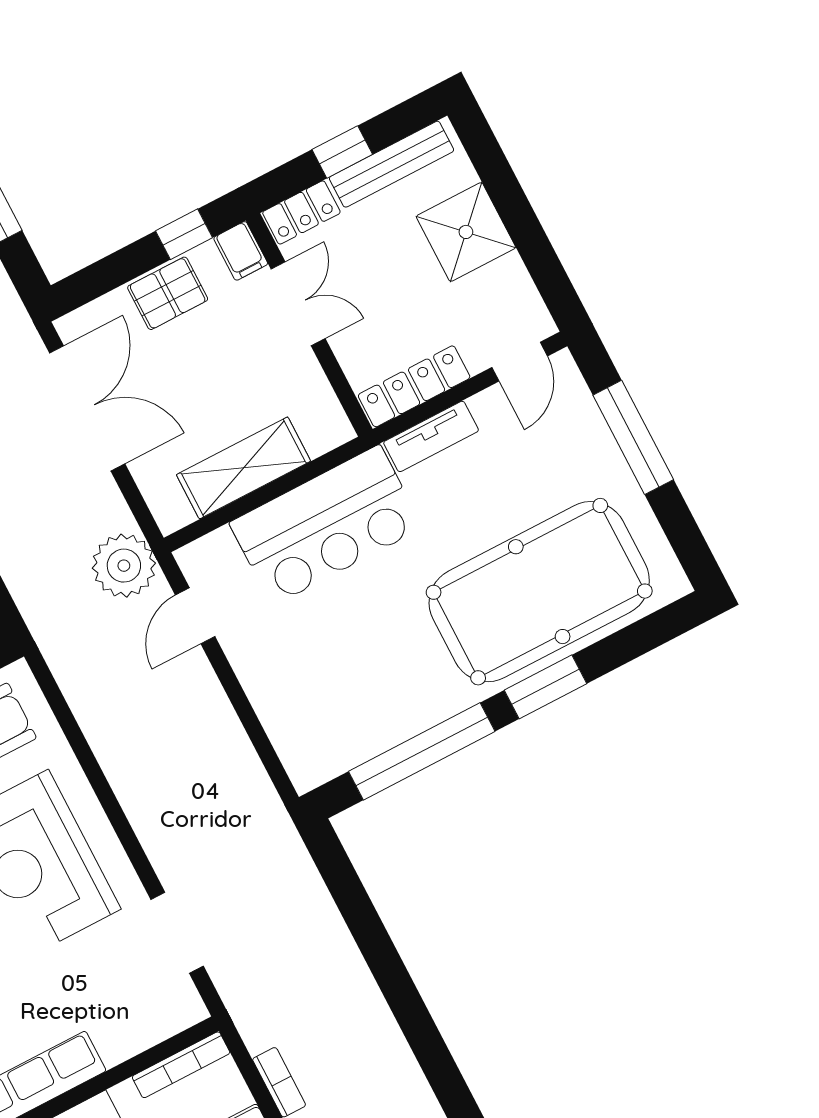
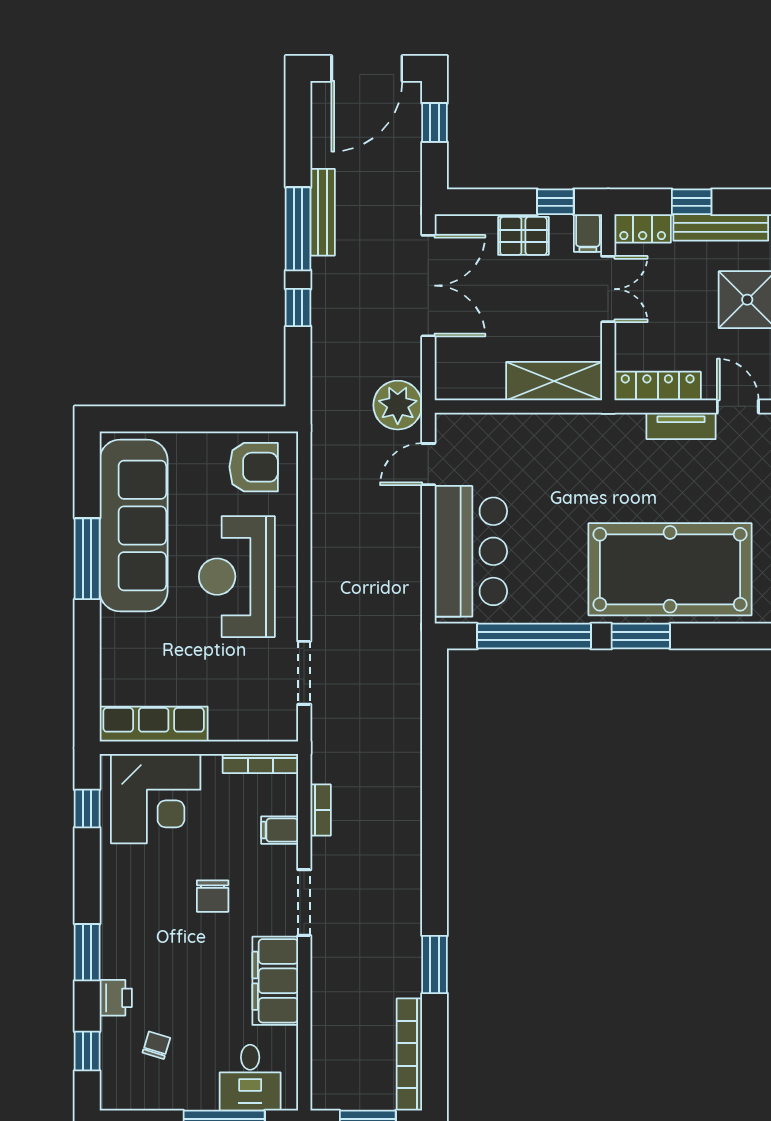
door: (520, 362) -> (738, 406), swing flipped
tv unit: (431, 436) -> (681, 426), moved
shelving: (243, 468) -> (554, 381), moved
bar counter: (326, 525) -> (471, 551), moved, turned -90

